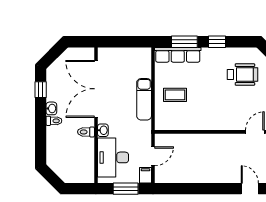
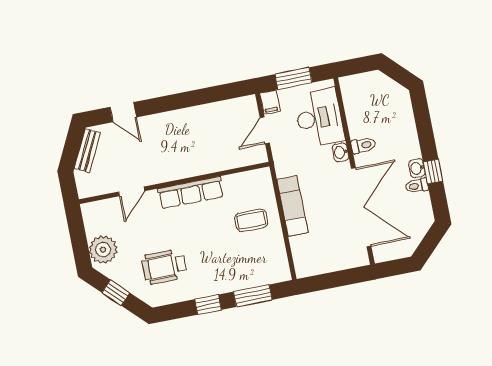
row of seats: (178, 55) -> (191, 193), moved, turned 180
window: (41, 90) -> (433, 172), moved
toilet: (54, 121) -> (417, 186), moved

